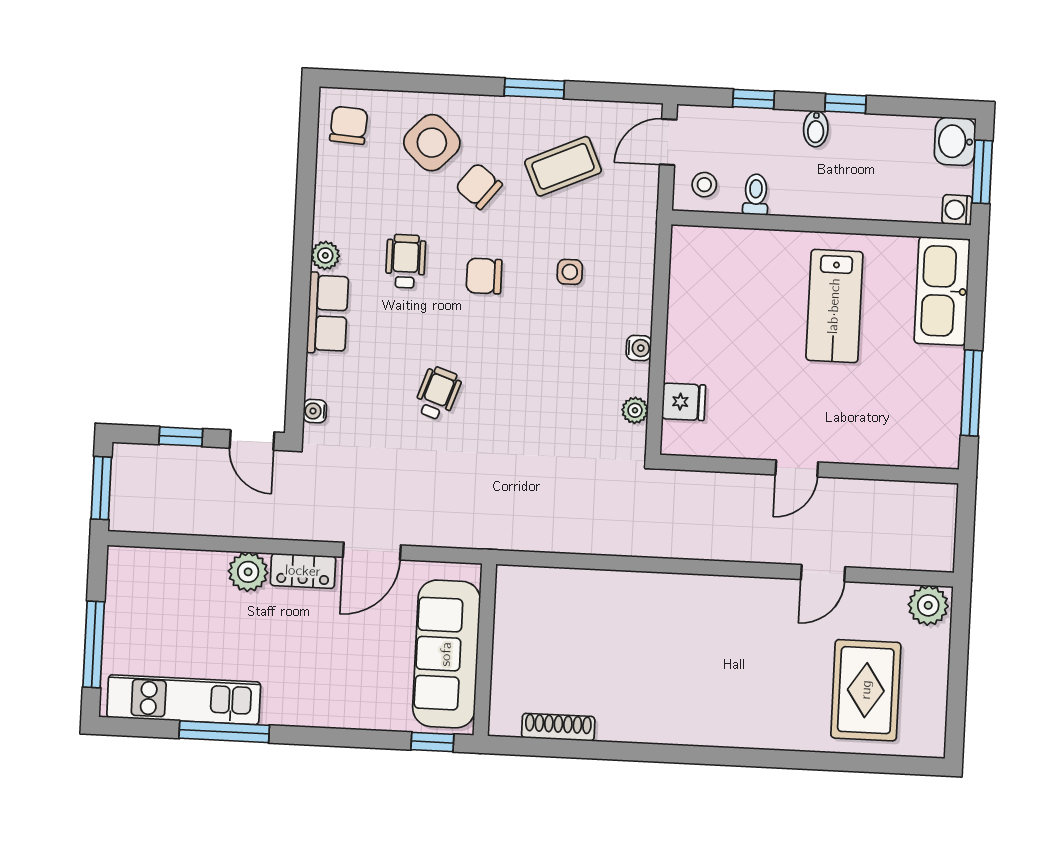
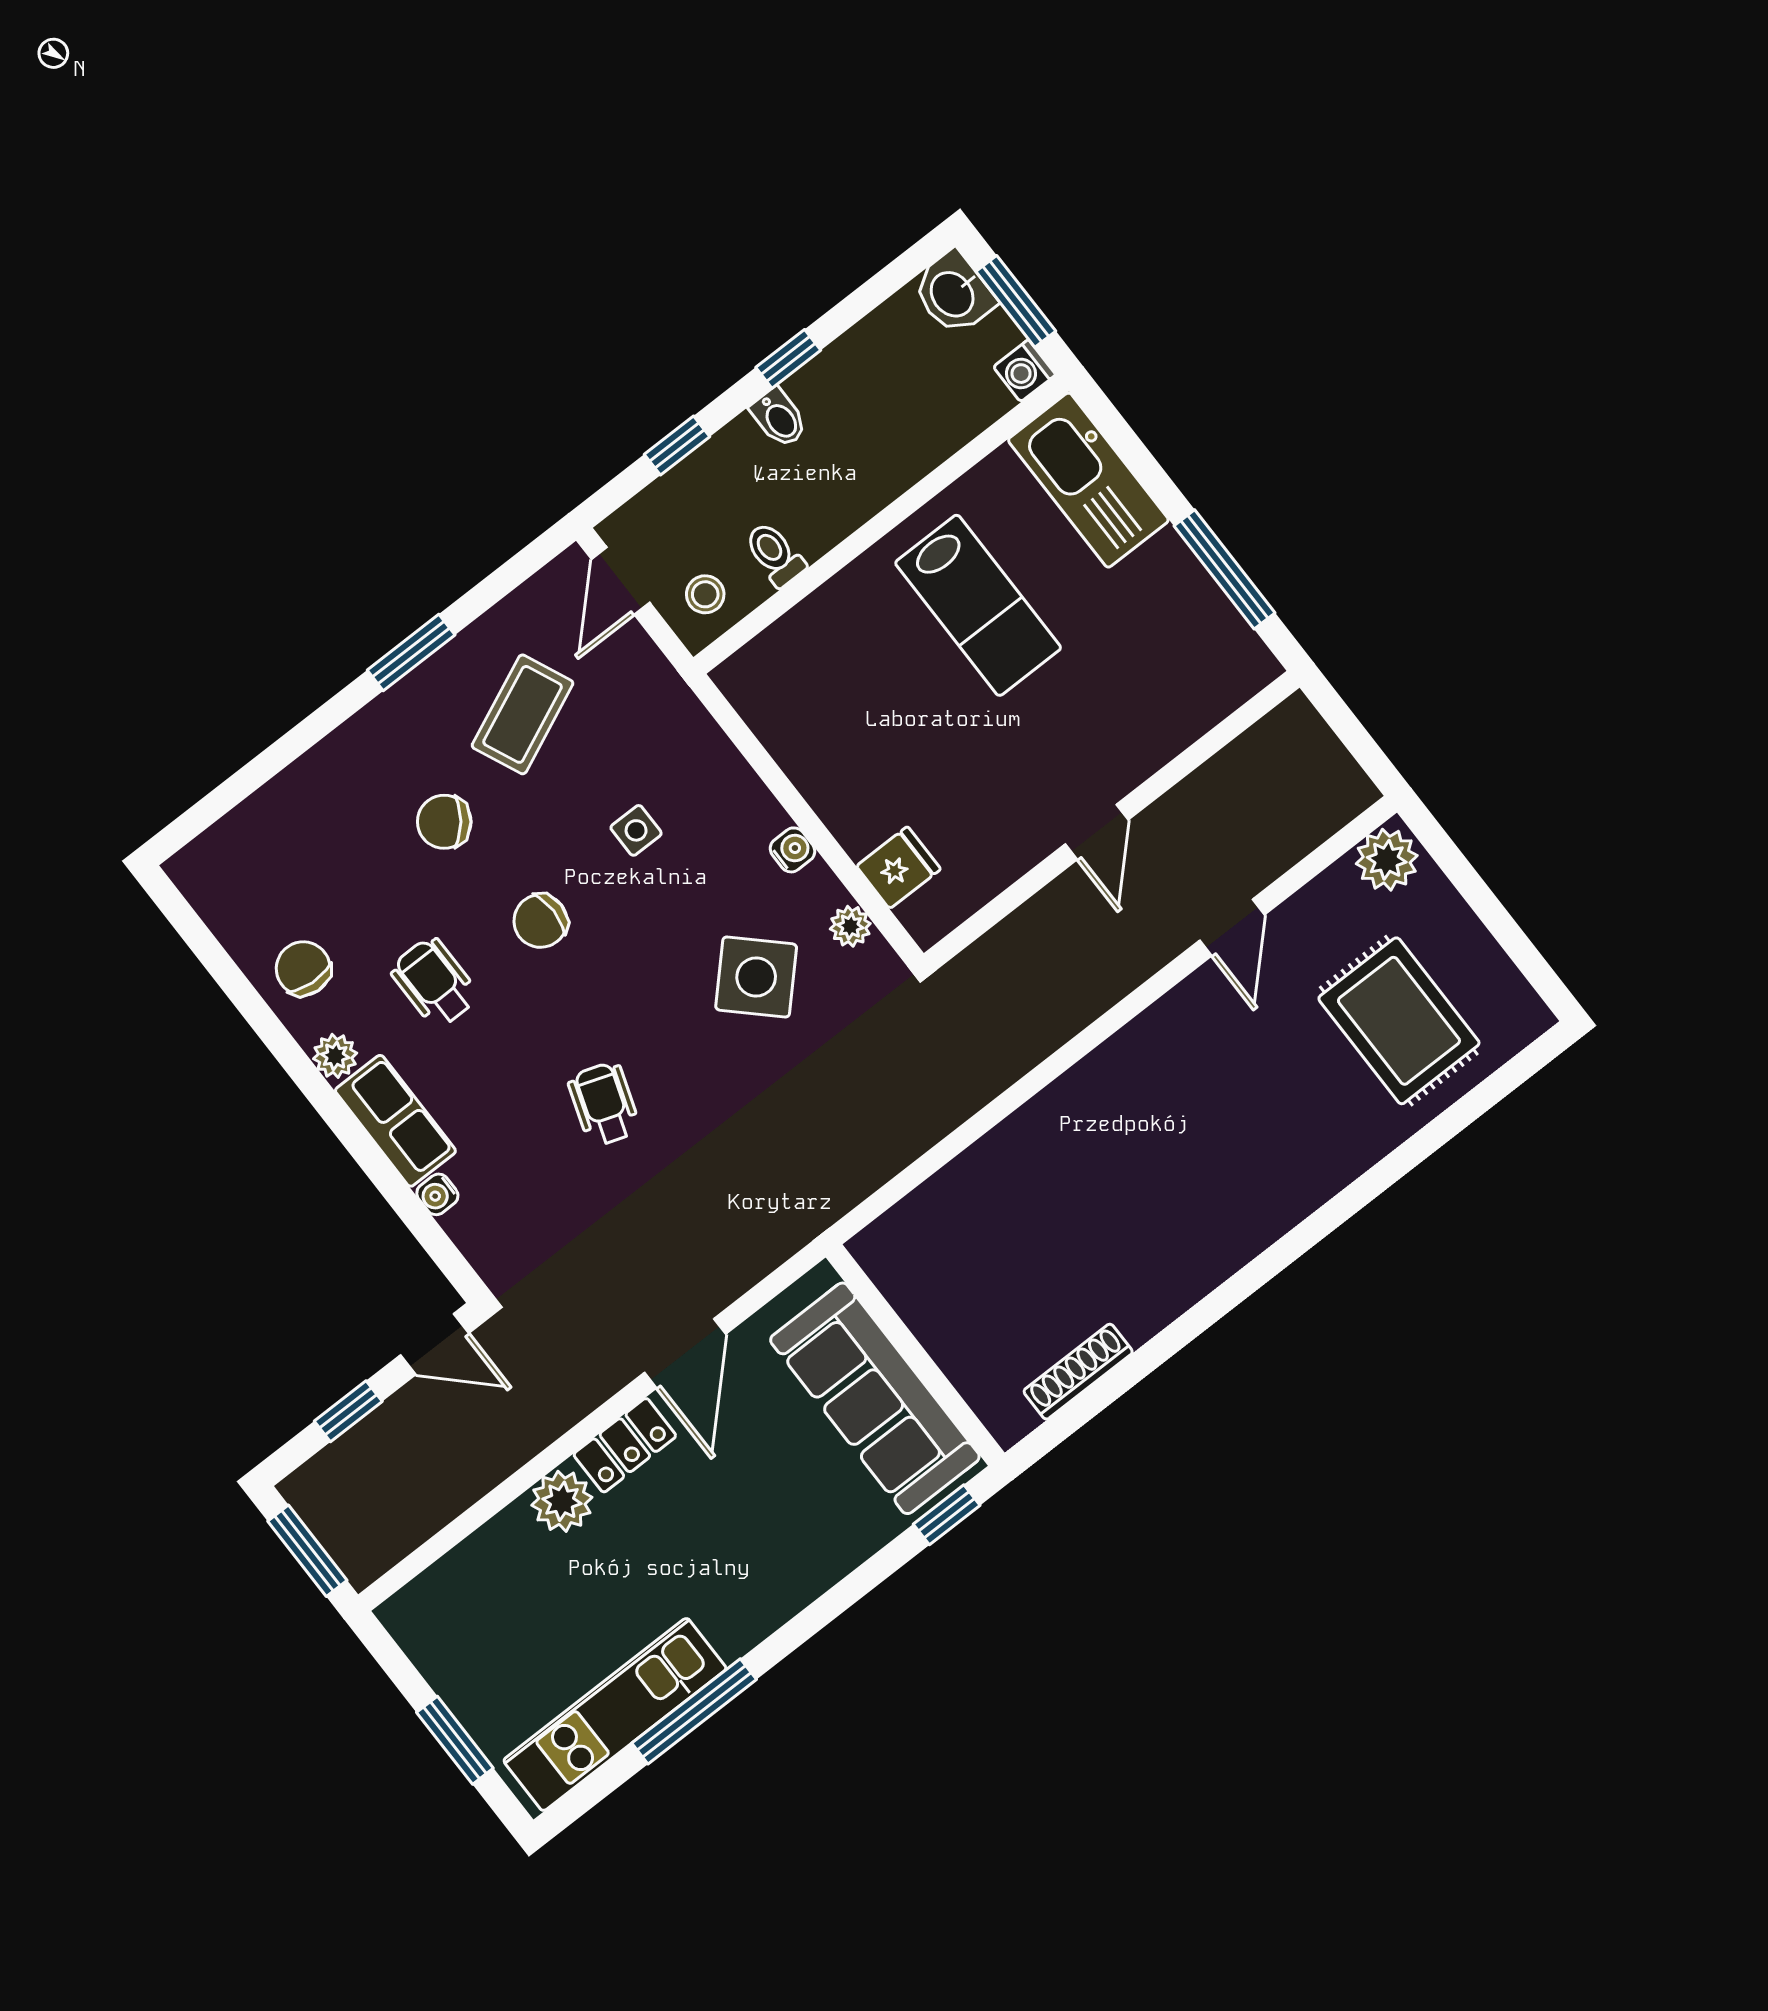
chair: (349, 125) -> (303, 969), moved
side table: (432, 143) -> (756, 977), moved
water cooler: (315, 411) -> (437, 1194), moved
window: (94, 644) -> (455, 1740), width x0.69

